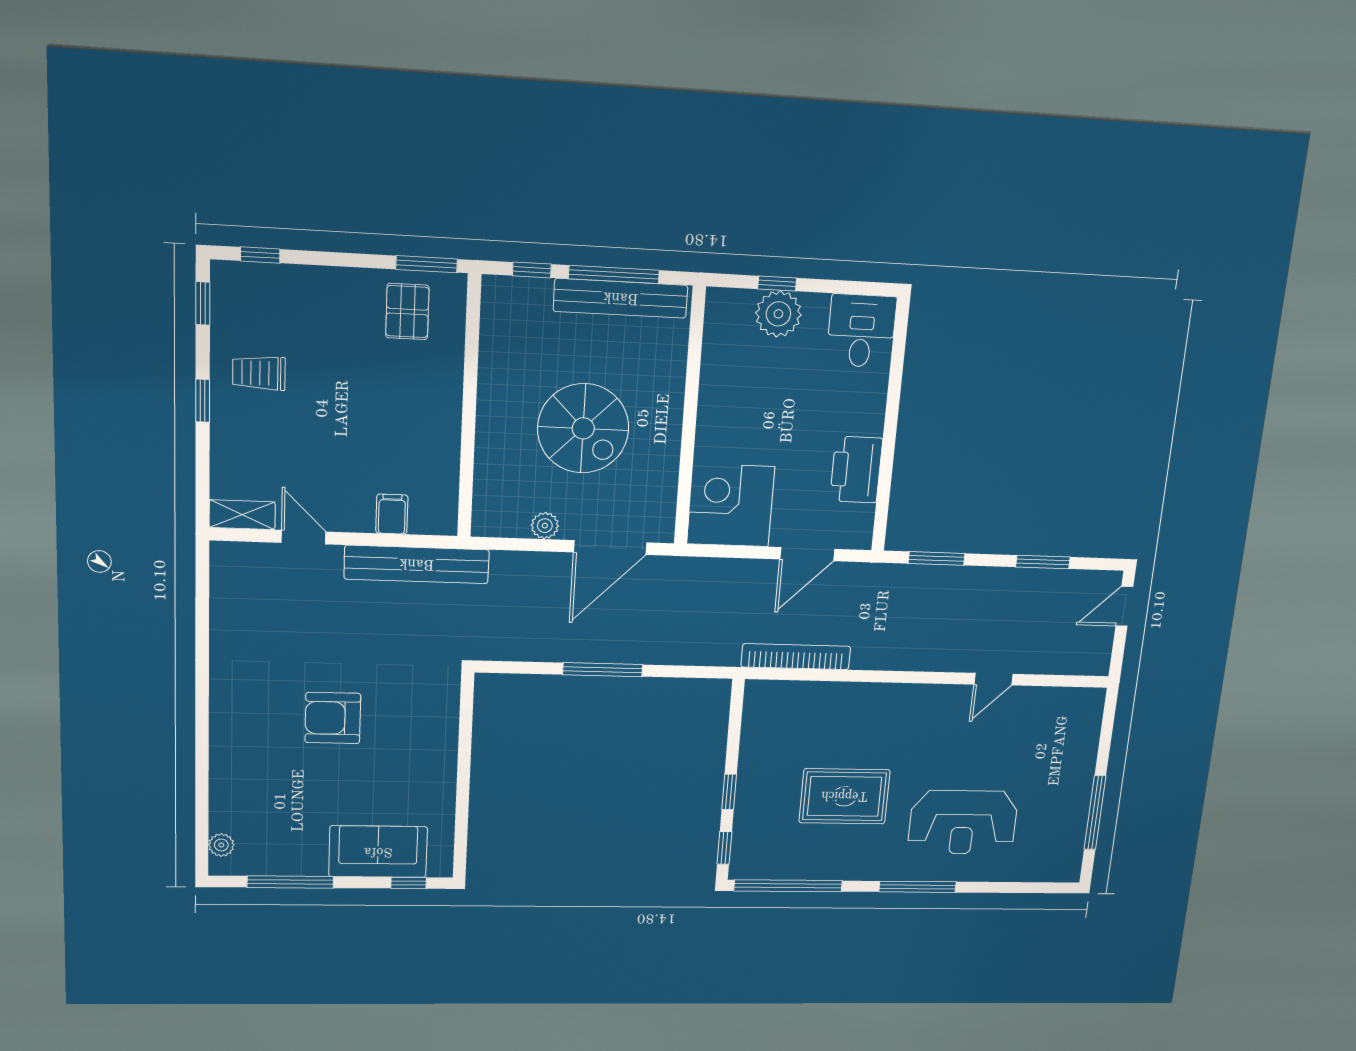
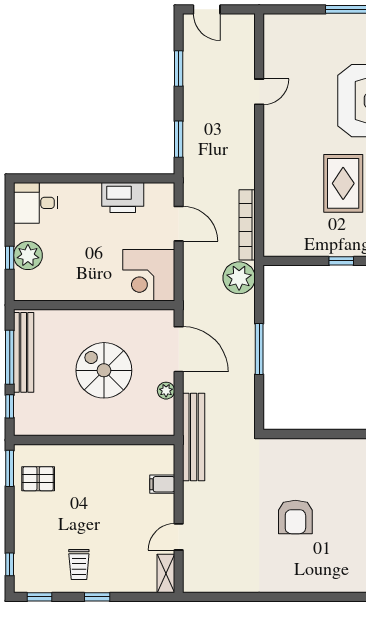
spiral stairs: (583, 428) -> (104, 370), turned -90
bench: (417, 564) -> (194, 437), moved
plant: (716, 643) -> (239, 278), added
door: (993, 679) -> (259, 92), hinge flipped

